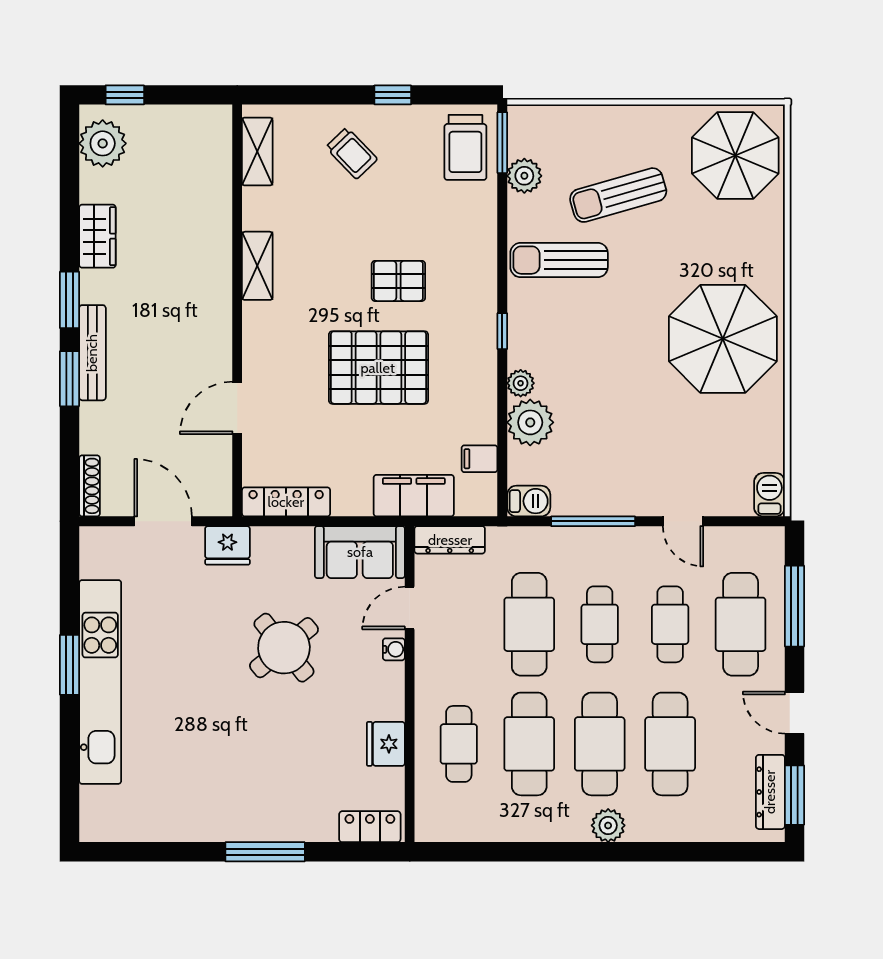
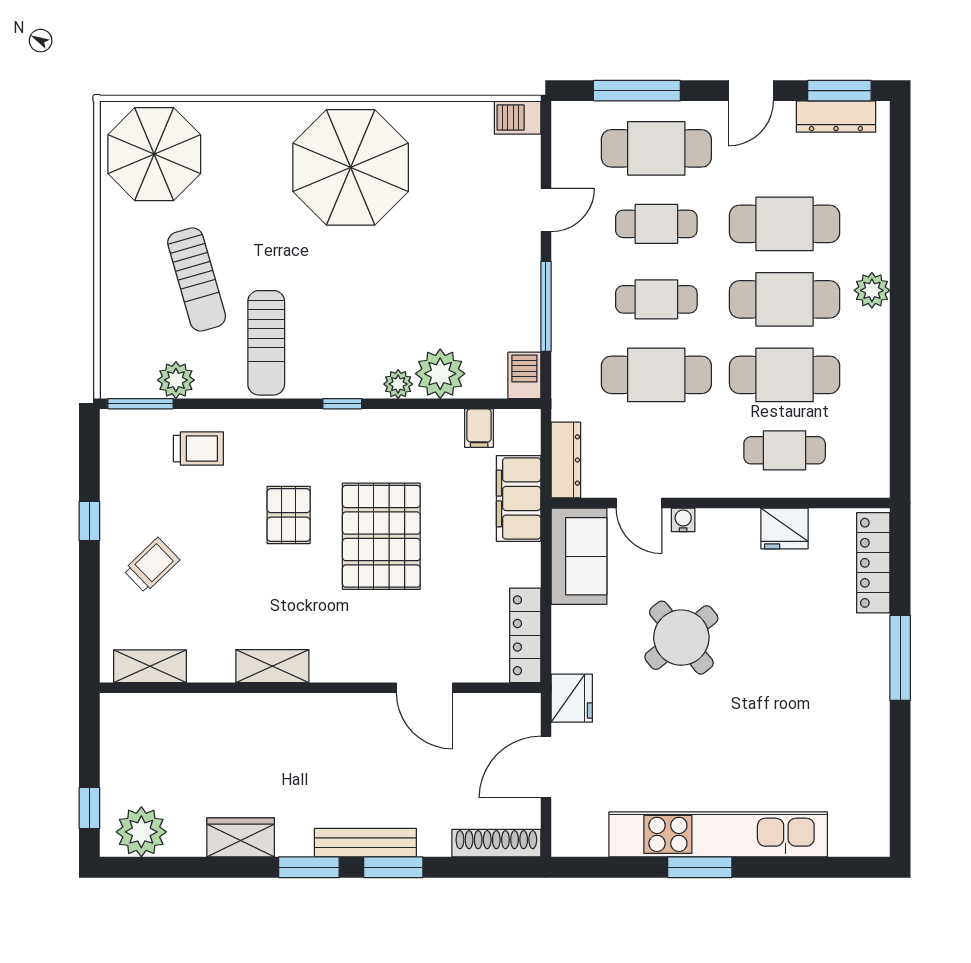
trolley: (465, 147) -> (198, 449), moved, width x0.73, depth x0.72
shoe rack: (90, 486) -> (496, 843), width x1.36, depth x1.24
locker: (370, 827) -> (873, 563), width x1.53

